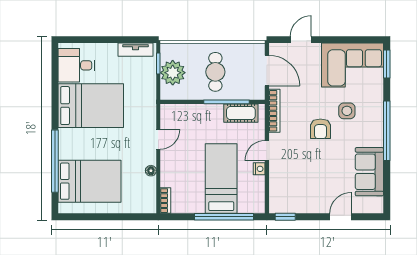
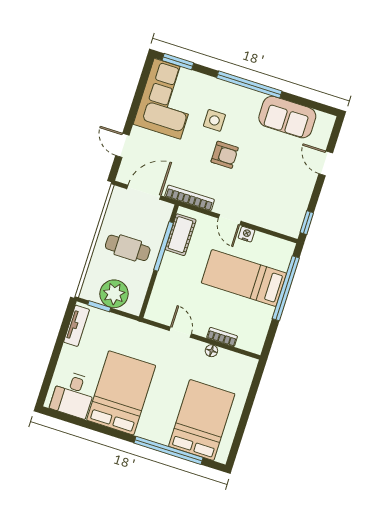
bookcase: (165, 201) -> (222, 337), moved

